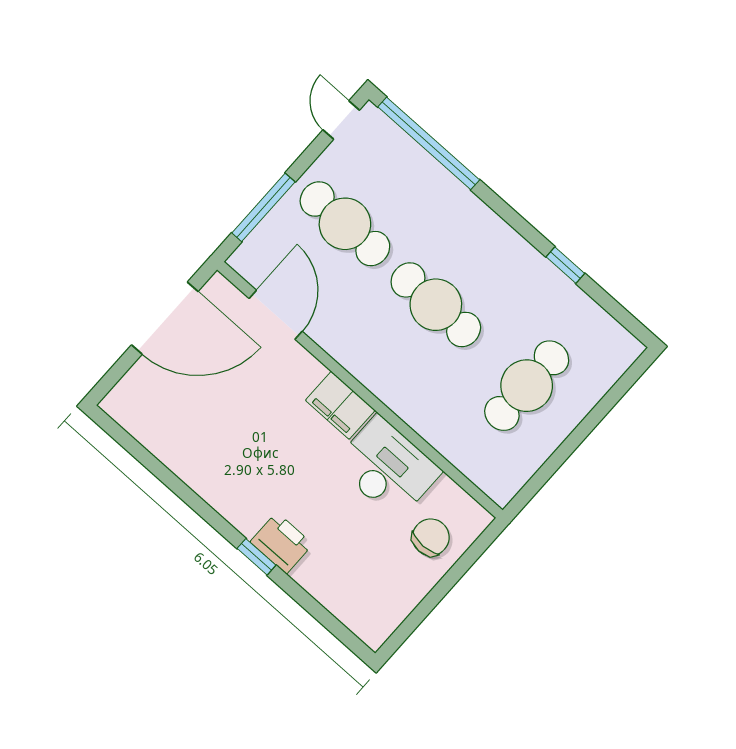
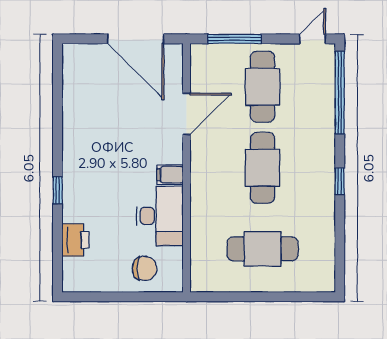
window: (565, 265) -> (340, 181), moved
door: (276, 315) -> (187, 114), moved
filing cabinet: (340, 405) -> (170, 175), width x0.50
printer: (281, 543) -> (76, 240), moved

